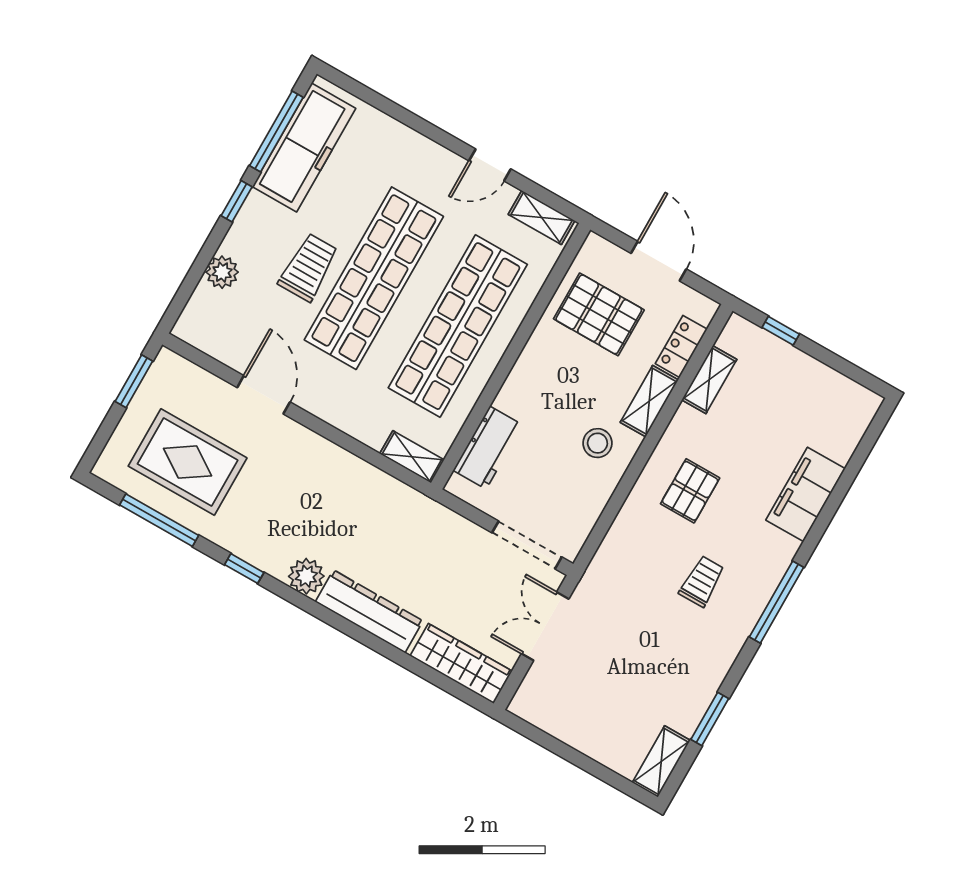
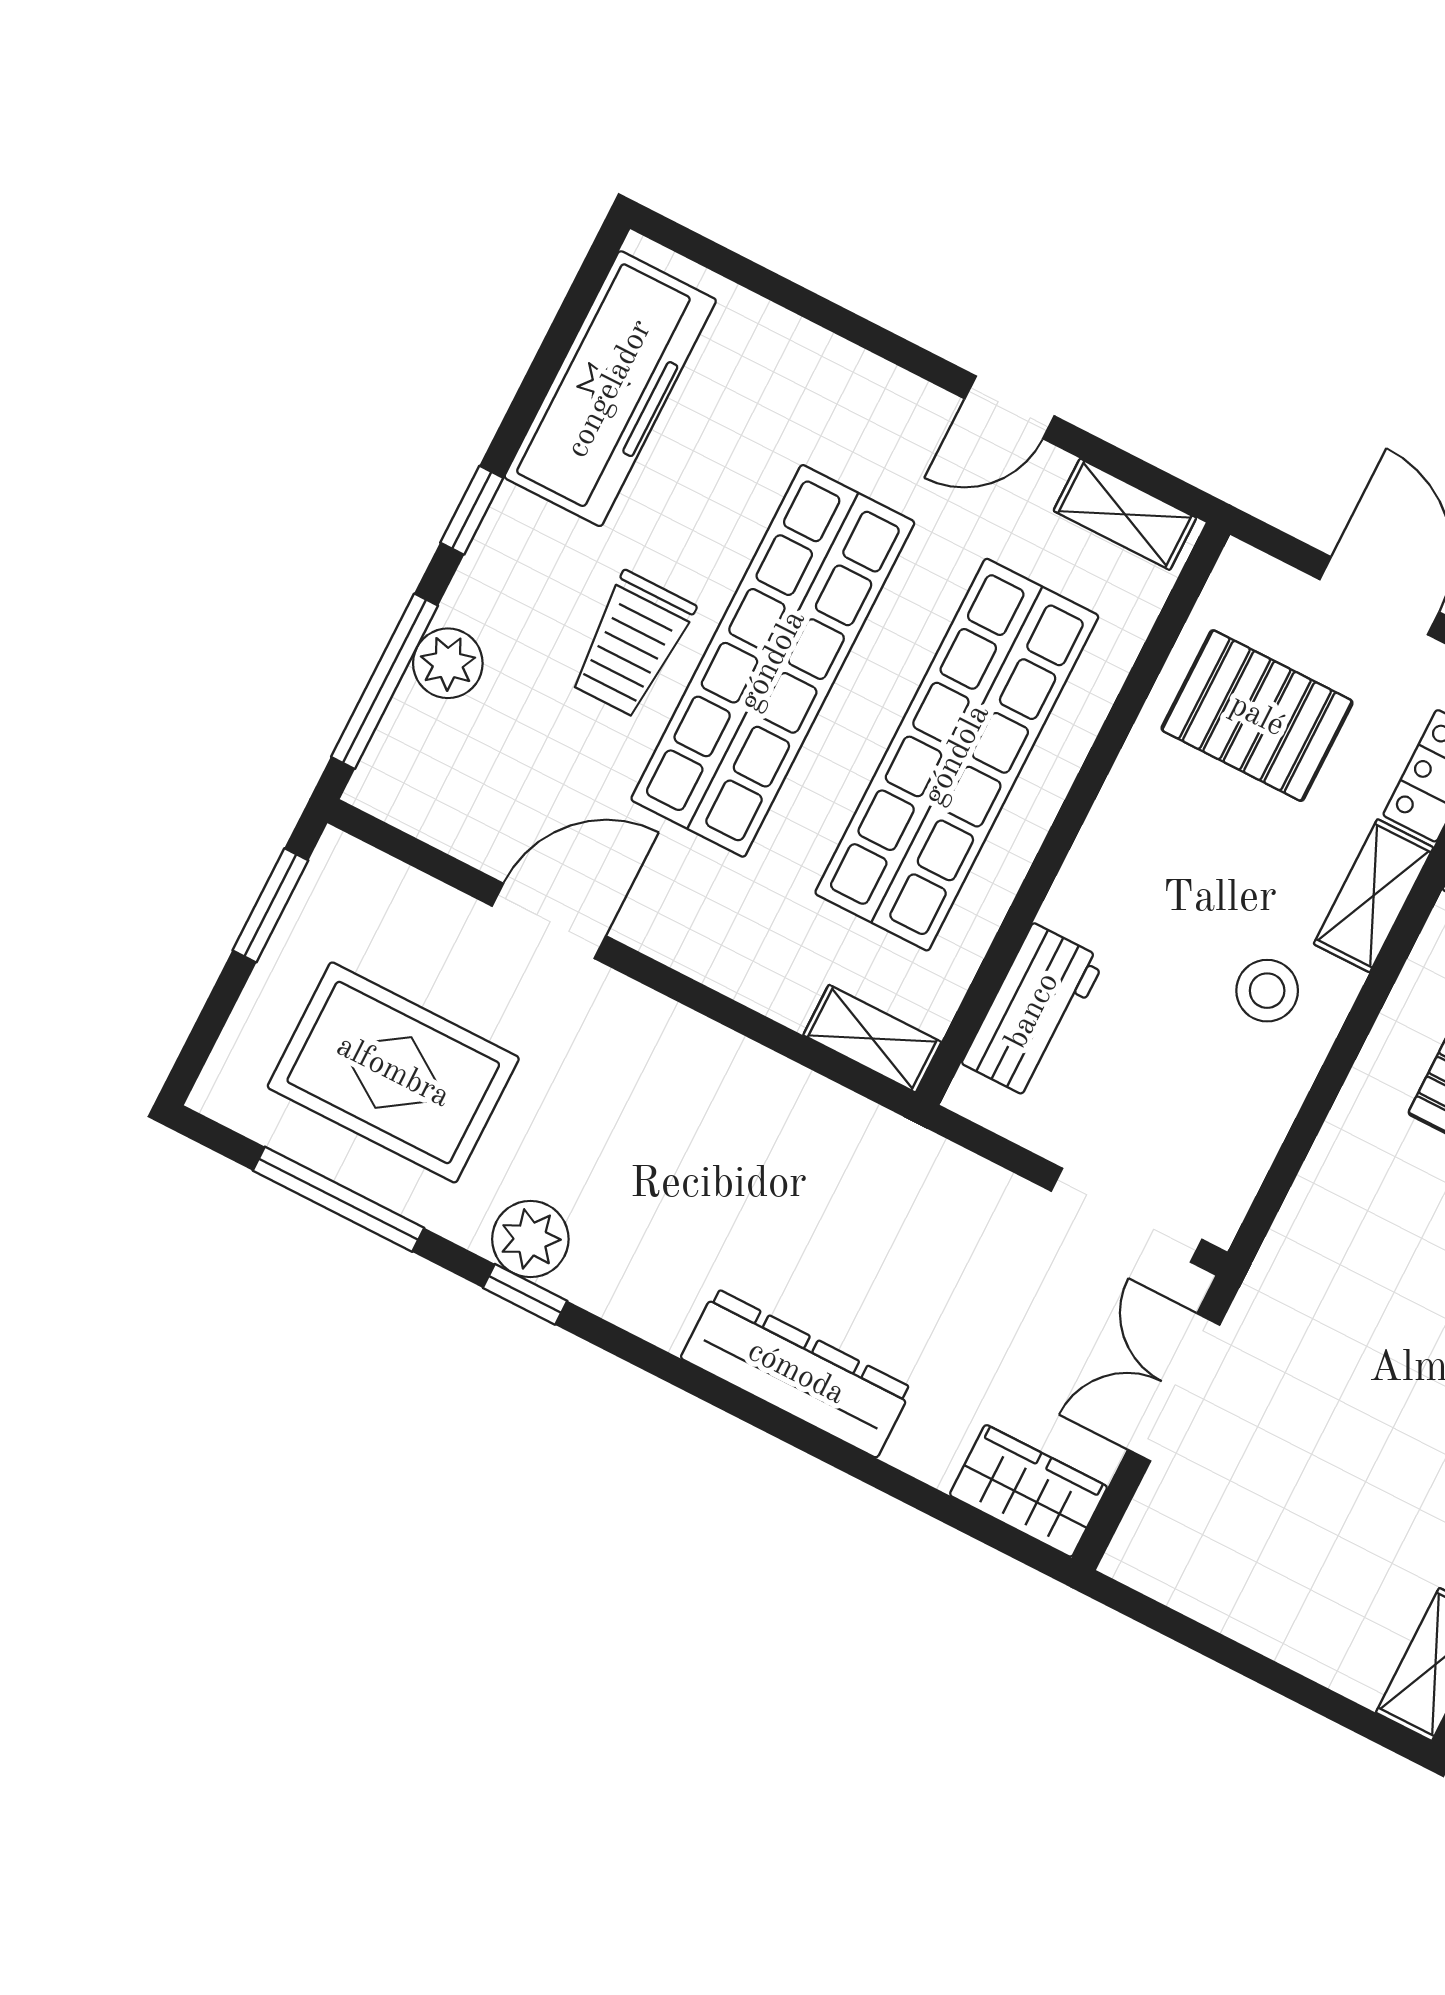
window: (276, 131) -> (385, 681), moved
trolley: (308, 267) -> (632, 644), turned 180
door: (264, 395) -> (549, 921), hinge flipped
plant: (306, 576) -> (530, 1239), moved
wardrobe: (461, 663) -> (1028, 1491), width x0.67

